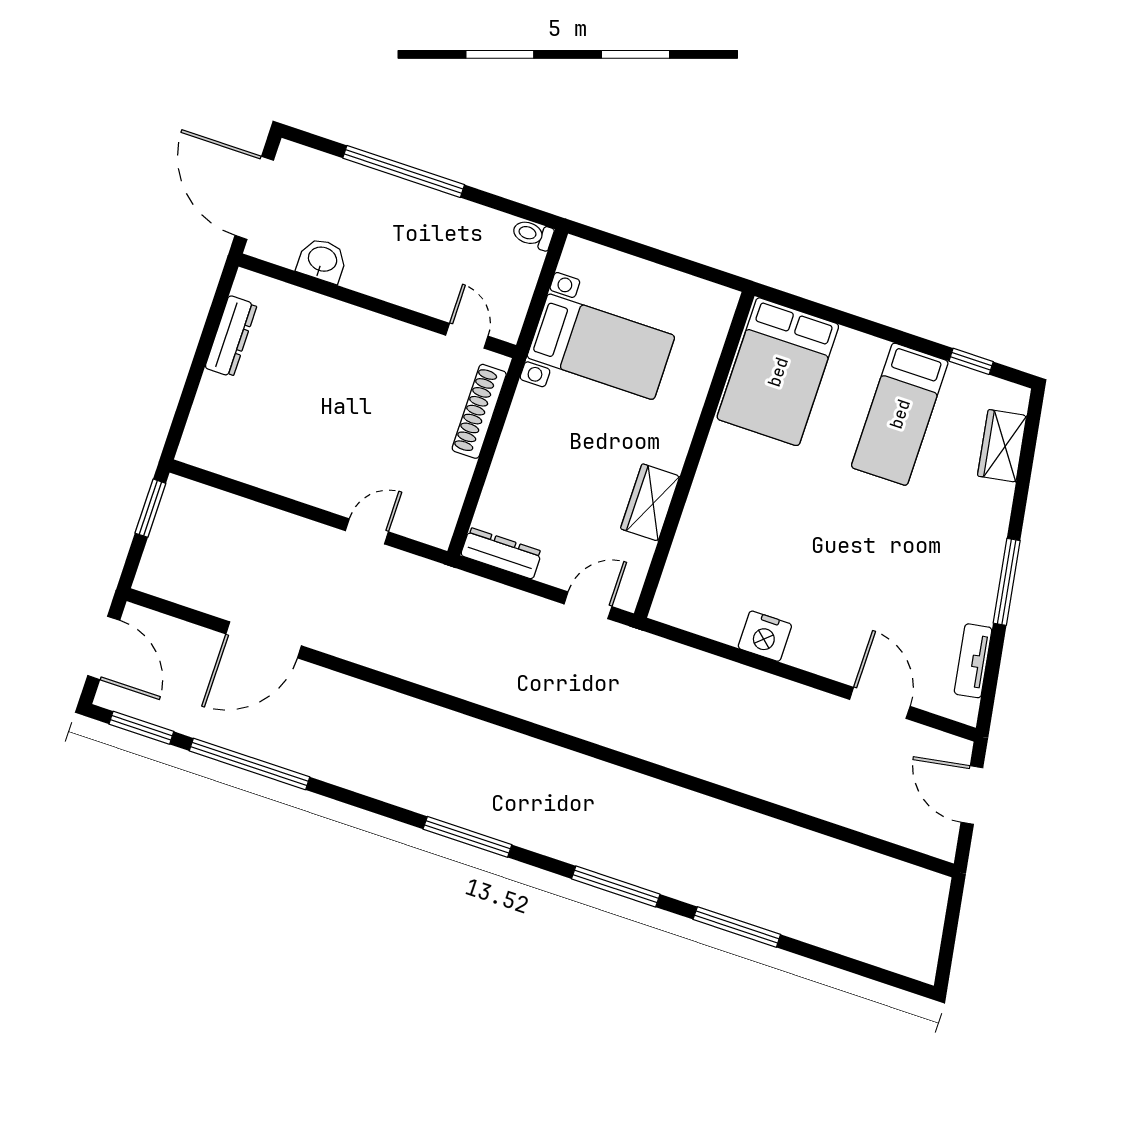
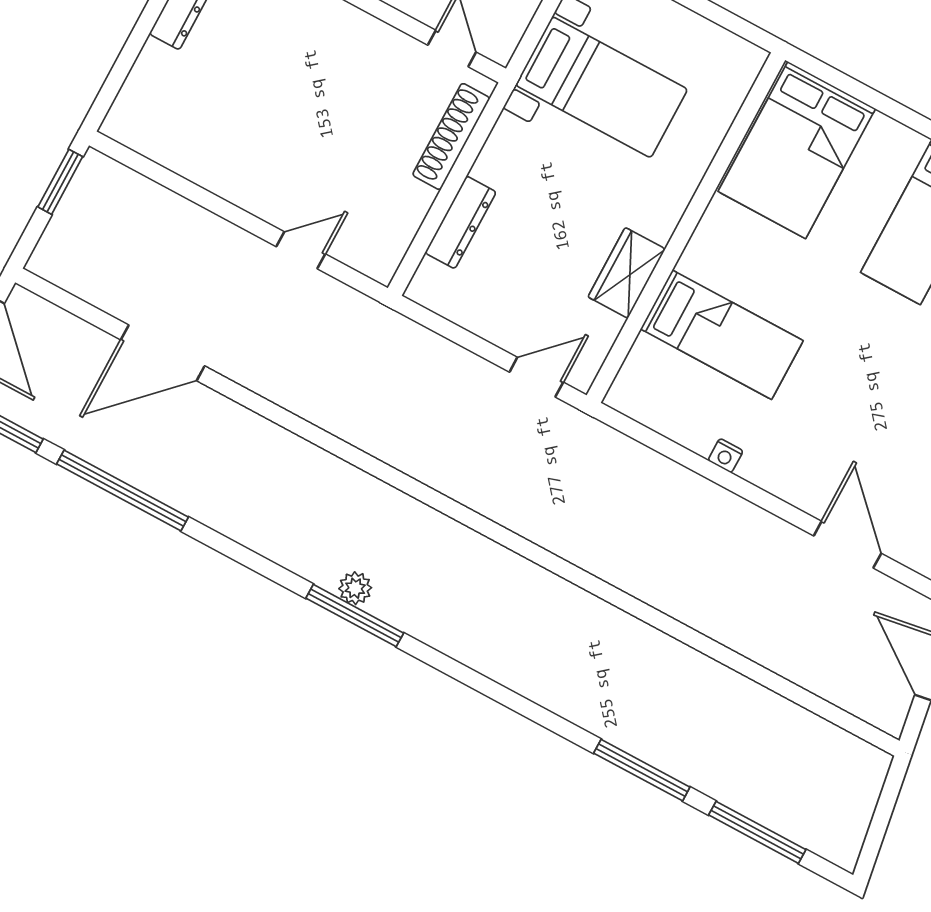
bed: (741, 541) -> (722, 335), added
dresser: (501, 553) -> (461, 222), moved, turned 90
nightstand: (765, 636) -> (726, 456), width x0.53, depth x0.56
plant: (464, 813) -> (355, 588), added
window: (616, 886) -> (757, 832), moved

